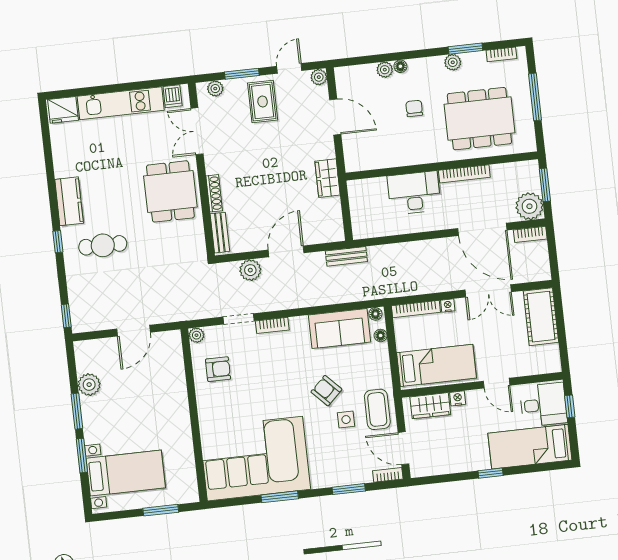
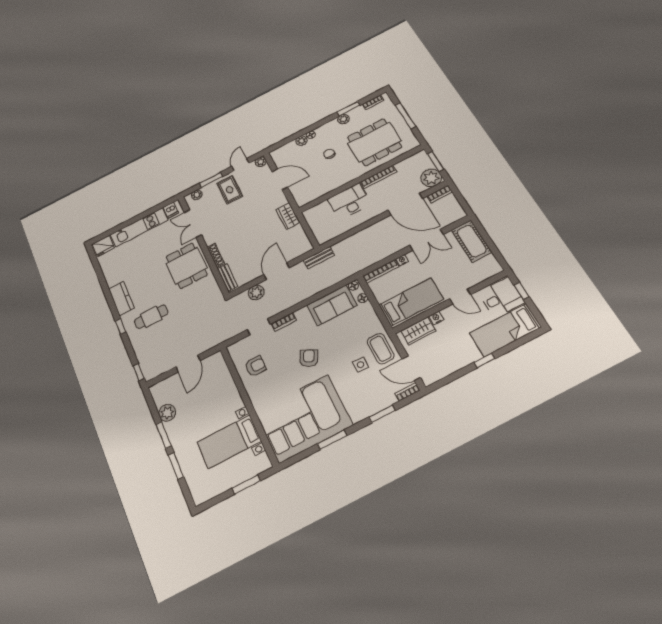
plant: (196, 335) -> (233, 349), removed
armchair: (326, 391) -> (309, 358), moved, turned 71
bed with nightstands: (126, 473) -> (229, 442), moved, turned 180

